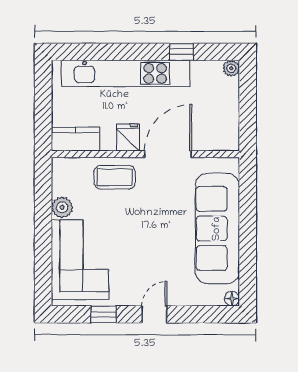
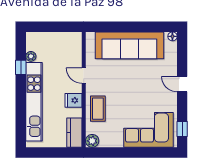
plant: (231, 68) -> (31, 56), moved
door: (168, 154) -> (84, 76), width x0.53
plant: (62, 207) -> (92, 141), moved
window: (104, 314) -> (182, 129), moved

